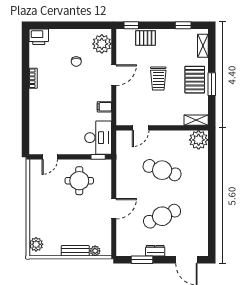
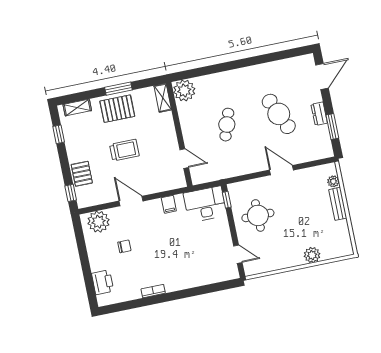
printer: (39, 37) -> (103, 282), moved
cafe table: (162, 170) -> (227, 125), width x0.73, depth x0.74
plant: (36, 244) -> (312, 255), moved

